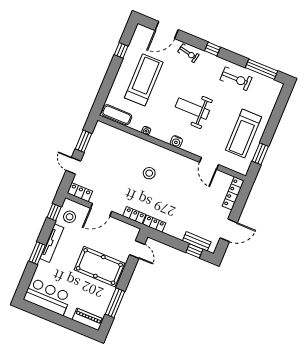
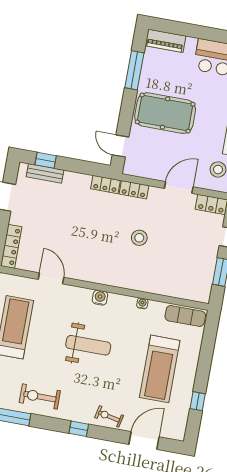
stool: (149, 173) -> (139, 238), moved

